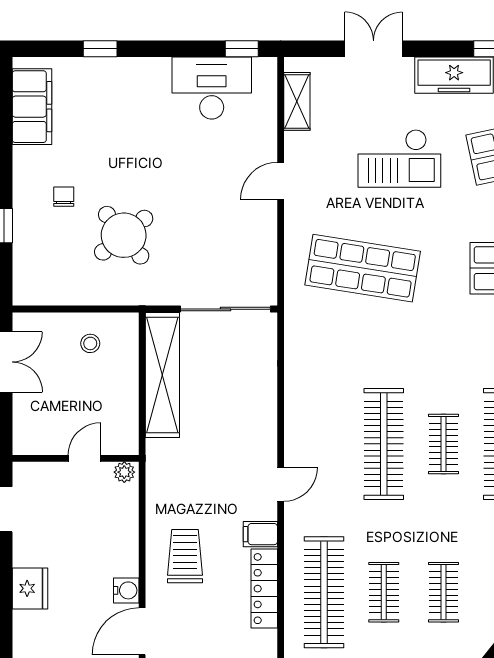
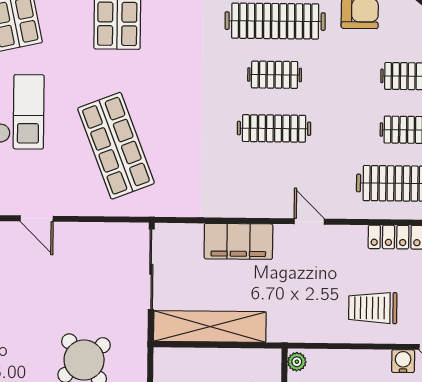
shop shelf: (363, 268) -> (116, 146), turned -30
clothes rail: (384, 444) -> (274, 128), width x0.73, depth x0.76
filing cabinet: (260, 534) -> (238, 241), moved, width x3.00, depth x1.17

